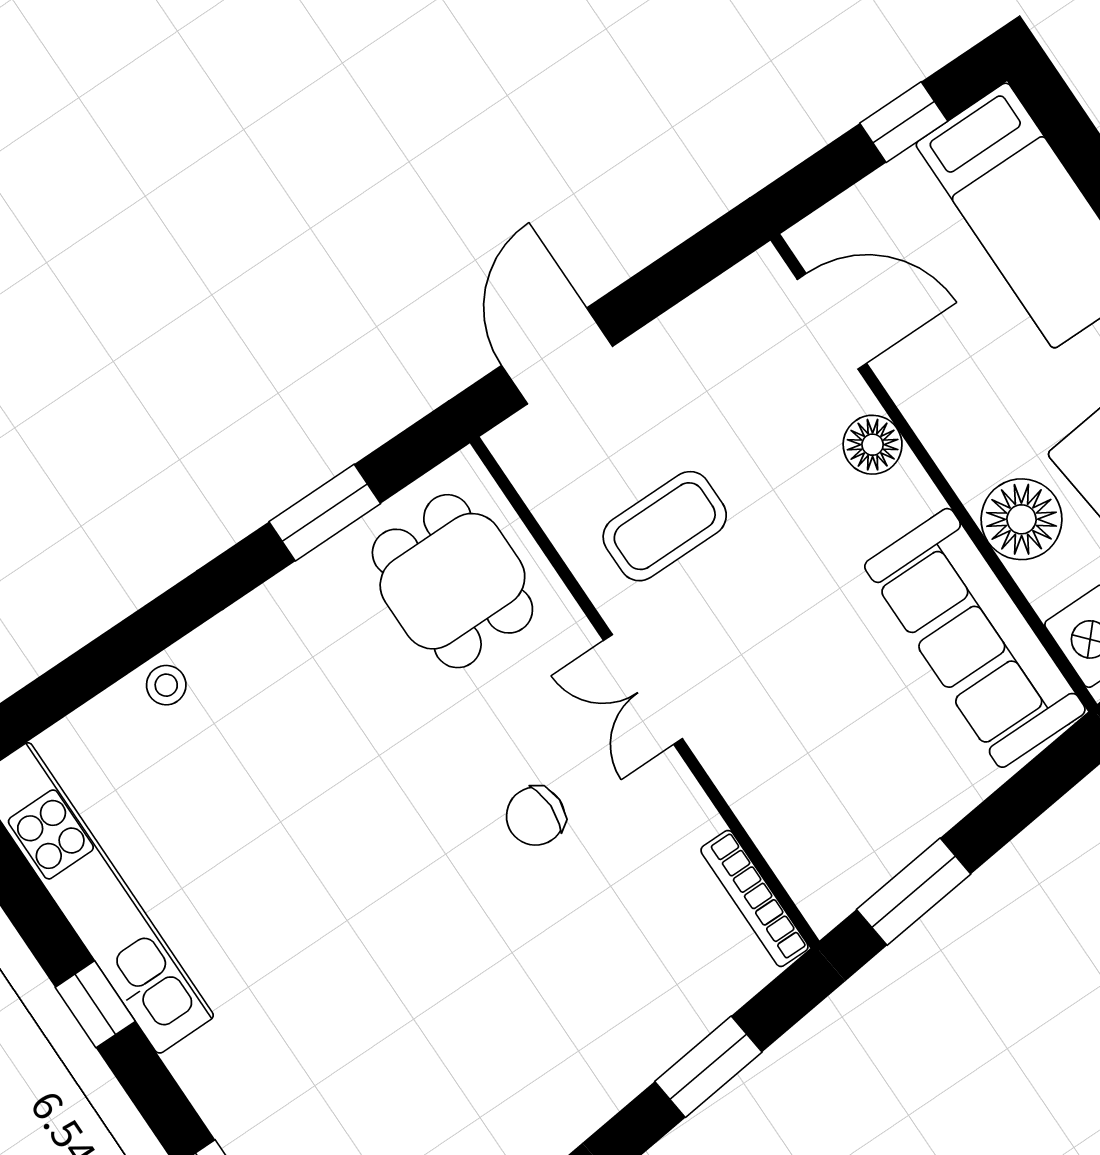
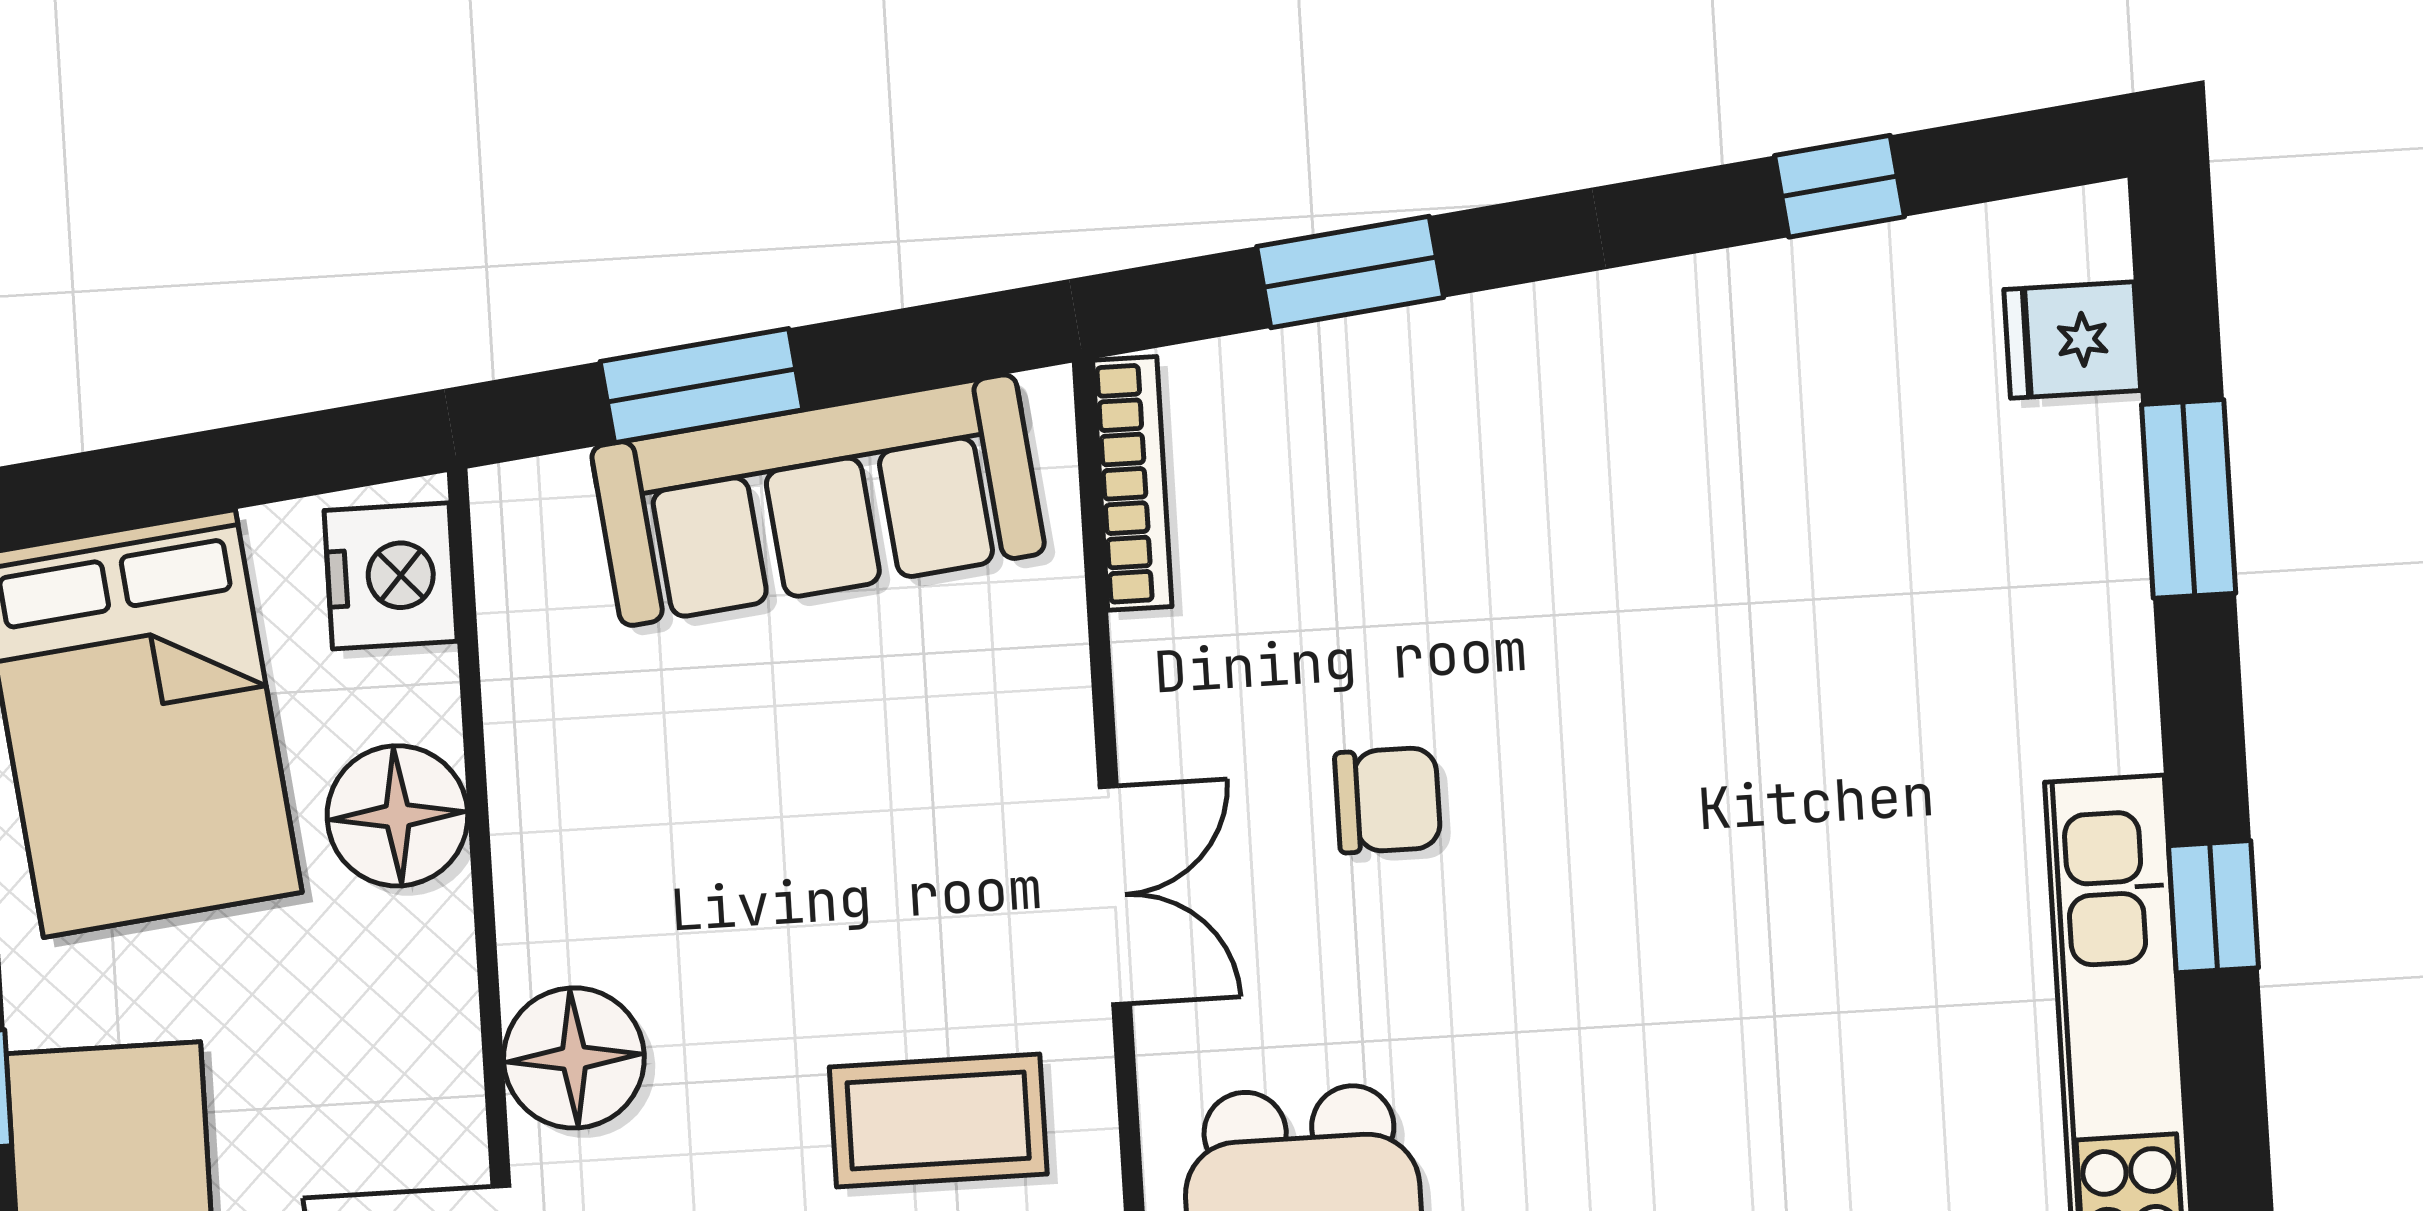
floor lamp: (873, 445) -> (574, 1058), width x1.38, depth x1.38
sofa: (975, 638) -> (818, 500), moved, turned 84
window: (914, 892) -> (702, 386), moved

